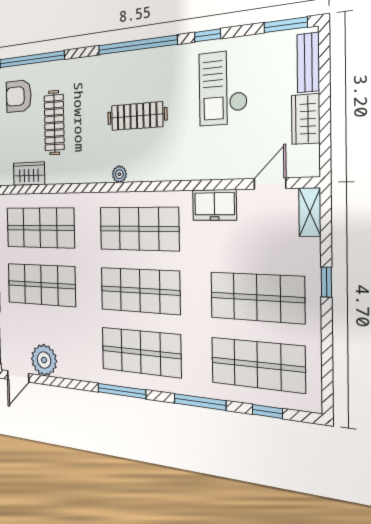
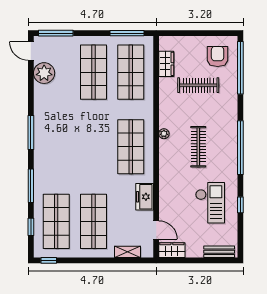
window: (286, 25) -> (240, 240), removed
window: (208, 35) -> (240, 205), moved
checkout: (223, 88) -> (210, 203), turned 90
wardrobe: (306, 119) -> (172, 250), moved
shelving: (310, 212) -> (128, 252), moved
window: (326, 282) -> (49, 260), moved
shop shelf: (140, 291) -> (93, 147), removed
shop shelf: (141, 352) -> (56, 147), removed

